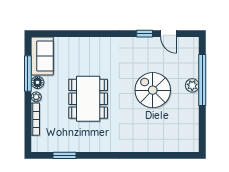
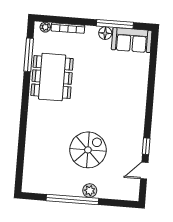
window: (202, 80) -> (72, 199), moved
plant: (36, 97) -> (45, 27), moved
dining table: (88, 99) -> (52, 77), moved, turned 90
window: (64, 155) -> (29, 55), width x1.44

